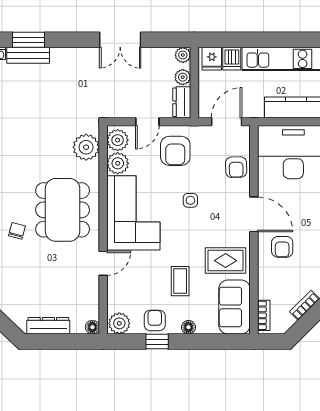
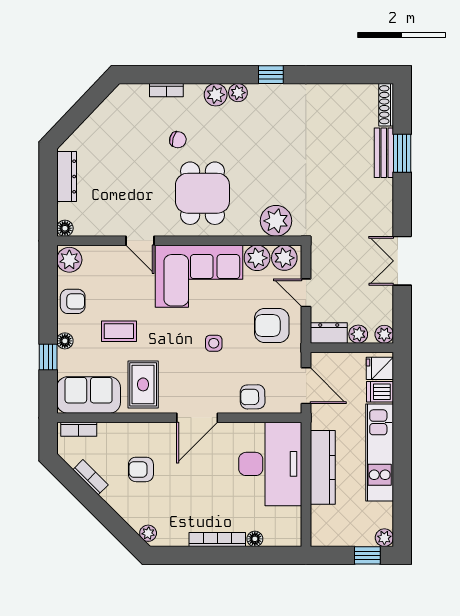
dining table: (63, 210) -> (202, 193), width x0.73
armchair: (282, 247) -> (141, 469), moved
window: (157, 342) -> (48, 357), moved

